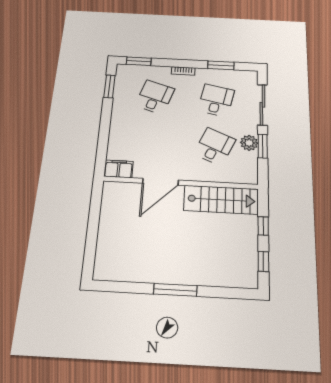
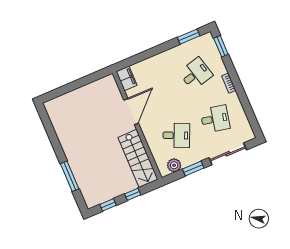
window: (221, 65) -> (248, 108), removed
desk: (155, 97) -> (196, 74), turned -33
plant: (249, 143) -> (174, 165), moved
door: (160, 182) -> (131, 112), swing flipped
window: (175, 290) -> (70, 176), moved

